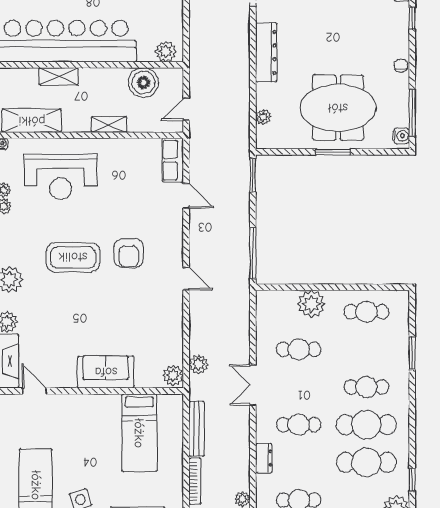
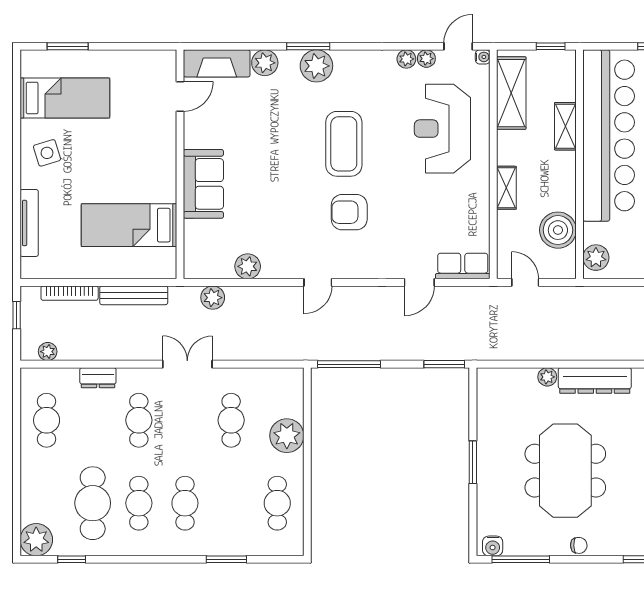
meeting table: (338, 108) -> (565, 471), moved
plant: (263, 117) -> (547, 377), moved
plant: (173, 375) -> (248, 266), moved
cafe table: (366, 425) -> (139, 503), width x0.73, depth x0.74

